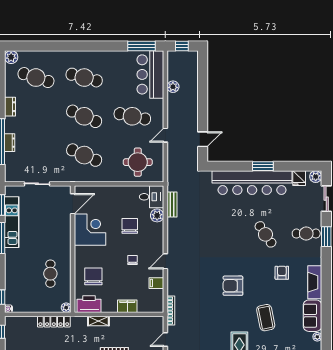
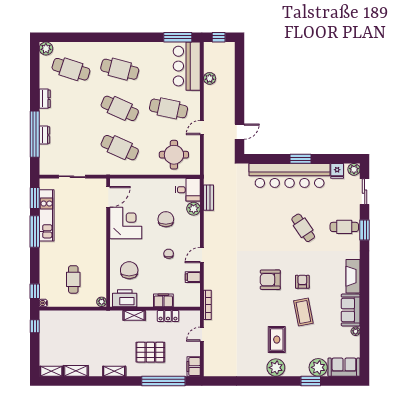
armchair: (282, 273) -> (302, 282), moved
cafe table: (50, 274) -> (73, 279), moved
locker: (54, 322) -> (168, 316), moved, width x0.66

